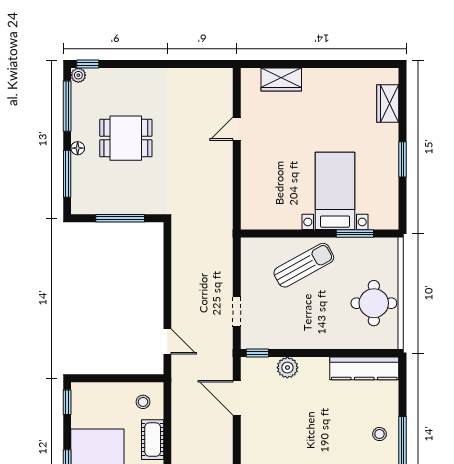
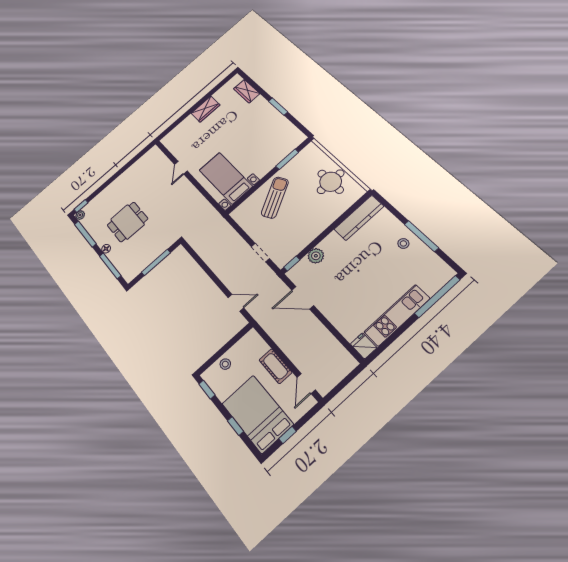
wardrobe: (281, 79) -> (206, 109), moved
bed with nightstands: (335, 191) -> (226, 178), moved
stool: (143, 402) -> (225, 364), moved

